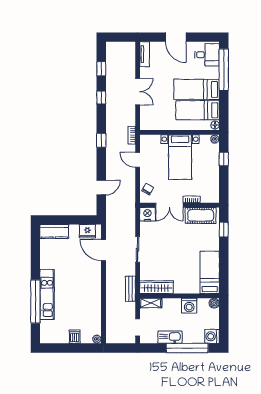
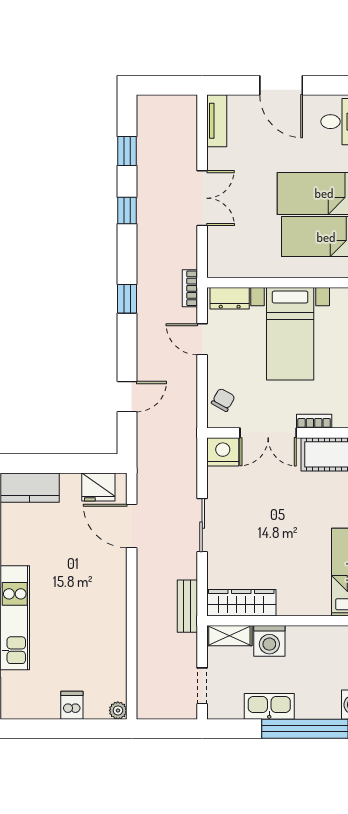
dresser: (151, 140) -> (230, 298), added
washing machine: (189, 306) -> (269, 641), moved

